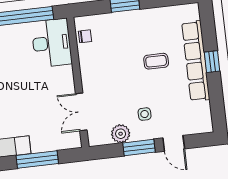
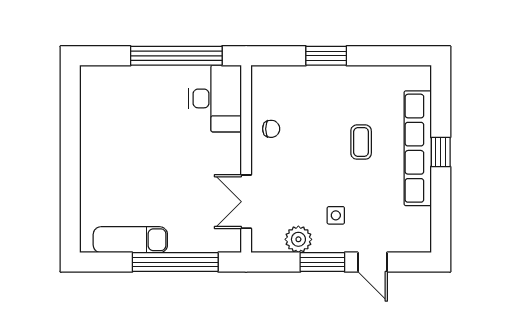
chair: (85, 36) -> (271, 129), moved
coffee table: (156, 61) -> (361, 142), turned 90
window: (37, 159) -> (175, 262), width x1.46

